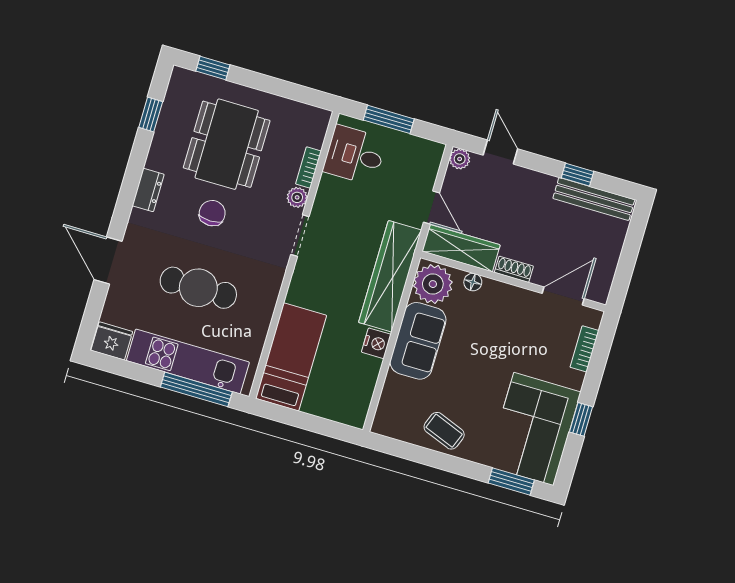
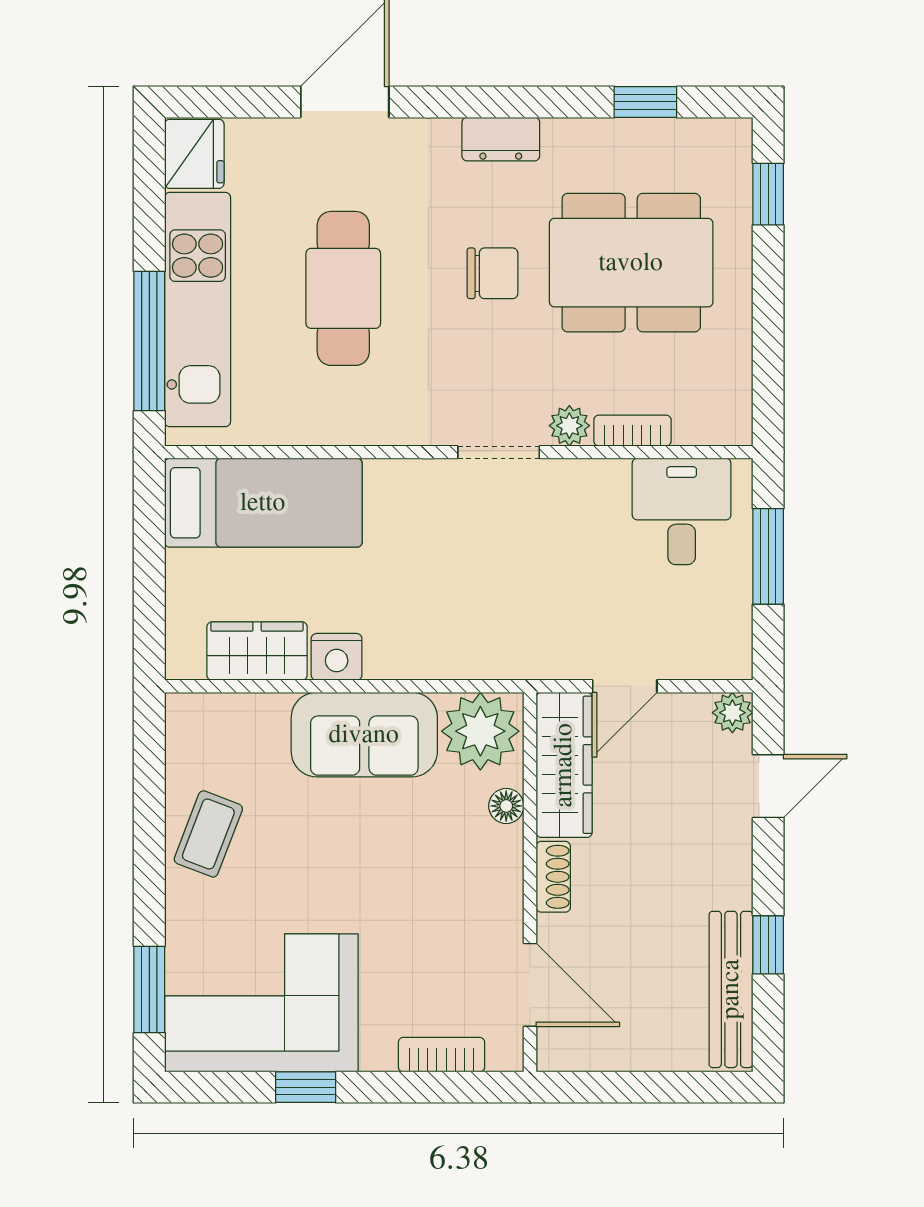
wardrobe: (390, 276) -> (257, 651), moved, width x0.48, depth x0.85

